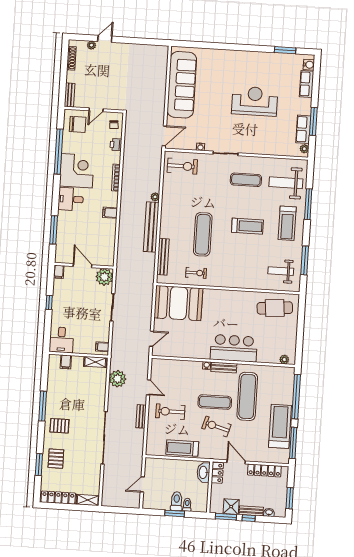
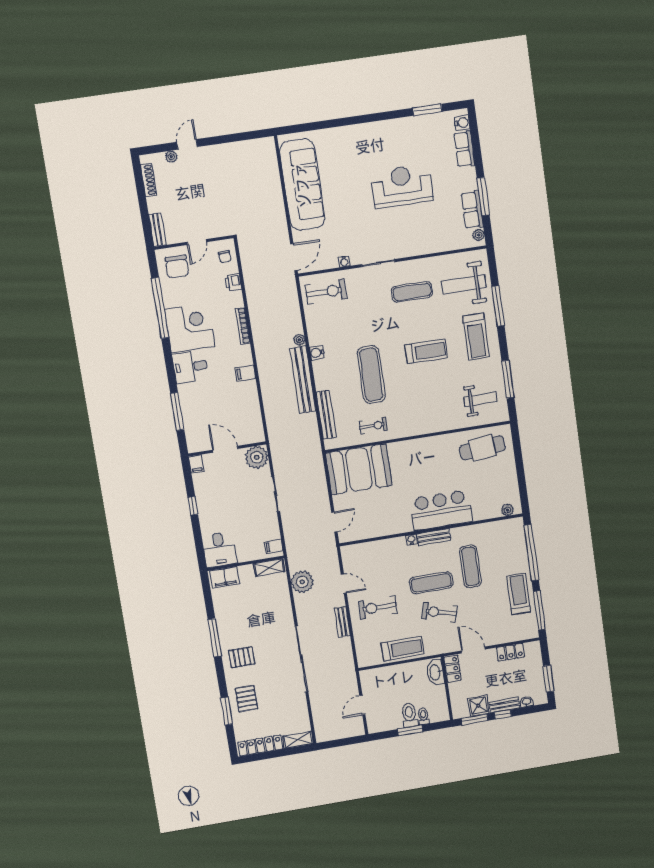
chair: (78, 124) -> (177, 267), turned 91
water cooler: (166, 209) -> (317, 353), added
weight bench: (281, 271) -> (480, 400), turned 180
filing cabinet: (66, 362) -> (225, 577), width x2.00
exercise mat: (247, 396) -> (470, 566), width x0.73, depth x0.69
treadmill: (280, 426) -> (519, 594), width x0.73, depth x0.73
treadmill: (182, 448) -> (403, 649), turned 180
locker: (264, 470) -> (510, 652), width x0.66

